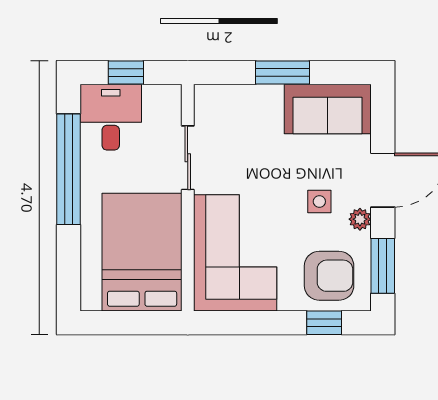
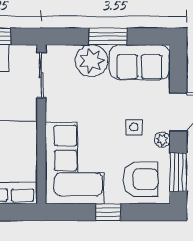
plant: (259, 107) -> (92, 61), added
sliding door: (188, 158) -> (41, 75), moved
window: (324, 323) -> (108, 212), moved

